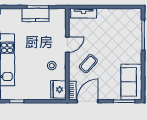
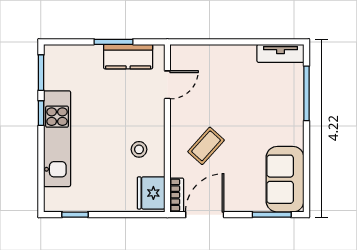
tv unit: (84, 13) -> (280, 53), moved
kitchen counter: (35, 15) -> (128, 57), moved
door: (67, 45) -> (167, 85), moved

